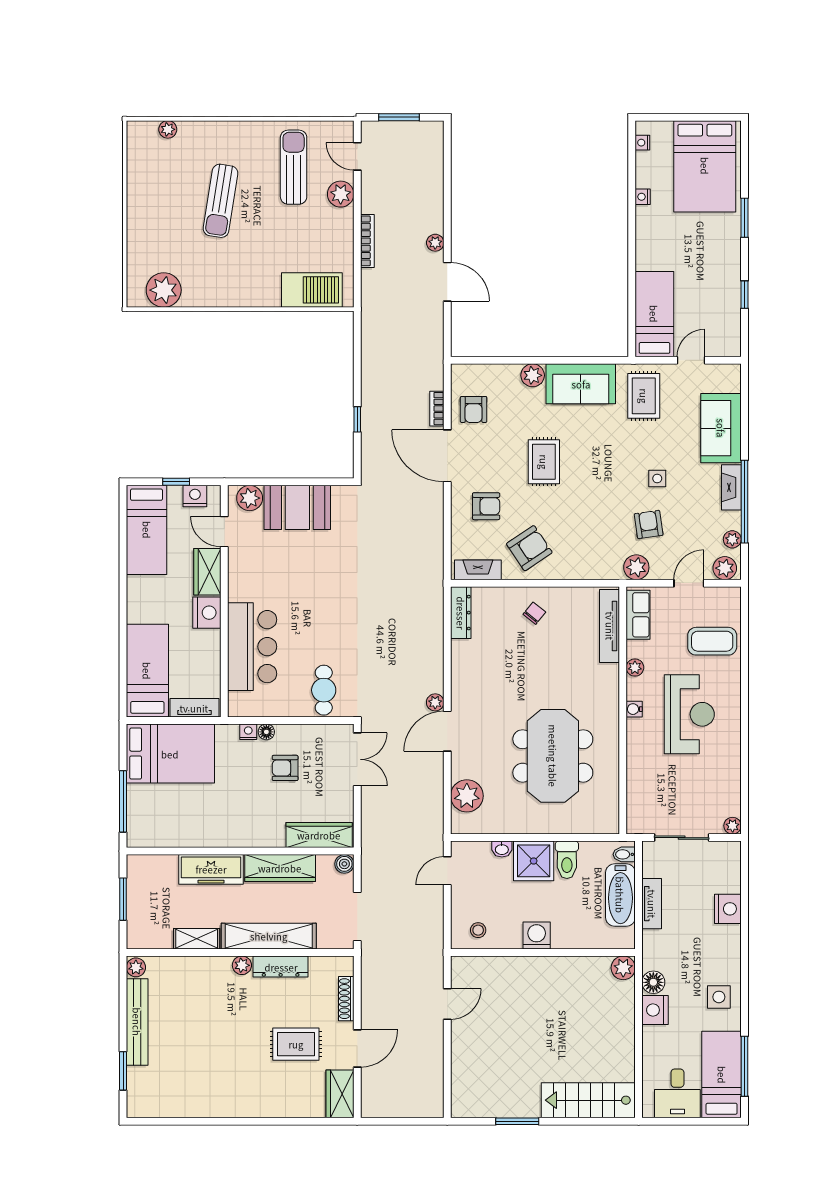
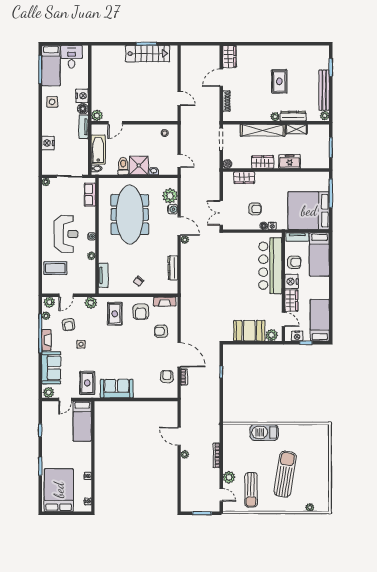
sun lounger: (221, 201) -> (285, 474), width x1.36, depth x1.34
plant: (164, 290) -> (312, 432), removed
barbecue: (312, 290) -> (264, 432), moved
plant: (533, 375) -> (49, 392), moved
rug: (544, 462) -> (115, 314), moved
armchair: (649, 524) -> (68, 325), moved
armchair: (529, 548) -> (141, 312), turned -56
dresser: (461, 613) -> (173, 268), moved
row of seats: (638, 615) -> (90, 195), moved
tv unit: (610, 626) -> (103, 275), width x0.71
bar counter: (252, 647) -> (270, 266), width x1.36
armchair: (201, 654) -> (294, 262), added
cafe table: (324, 690) -> (237, 245), removed
reception desk: (689, 714) -> (66, 234), turned 180
door: (447, 731) -> (179, 226), hinge flipped
bed: (170, 754) -> (309, 211), width x1.36
meeting table: (553, 756) -> (130, 215), width x1.36
water cooler: (461, 767) -> (173, 209), added
wardrobe: (319, 835) -> (244, 178), width x0.67
wardrobe: (280, 868) -> (263, 162), width x0.67
freezer: (211, 869) -> (290, 161), width x0.71
door: (447, 871) -> (179, 161), hinge flipped
tv unit: (652, 904) -> (84, 127), moved
washing machine: (537, 935) -> (137, 131), removed
door: (584, 952) -> (115, 123), added
dresser: (281, 967) -> (293, 116), moved
door: (447, 1004) -> (179, 99), swing flipped
rug: (296, 1044) -> (279, 81), moved, turned 90
stairs: (588, 1100) -> (148, 54), moved

